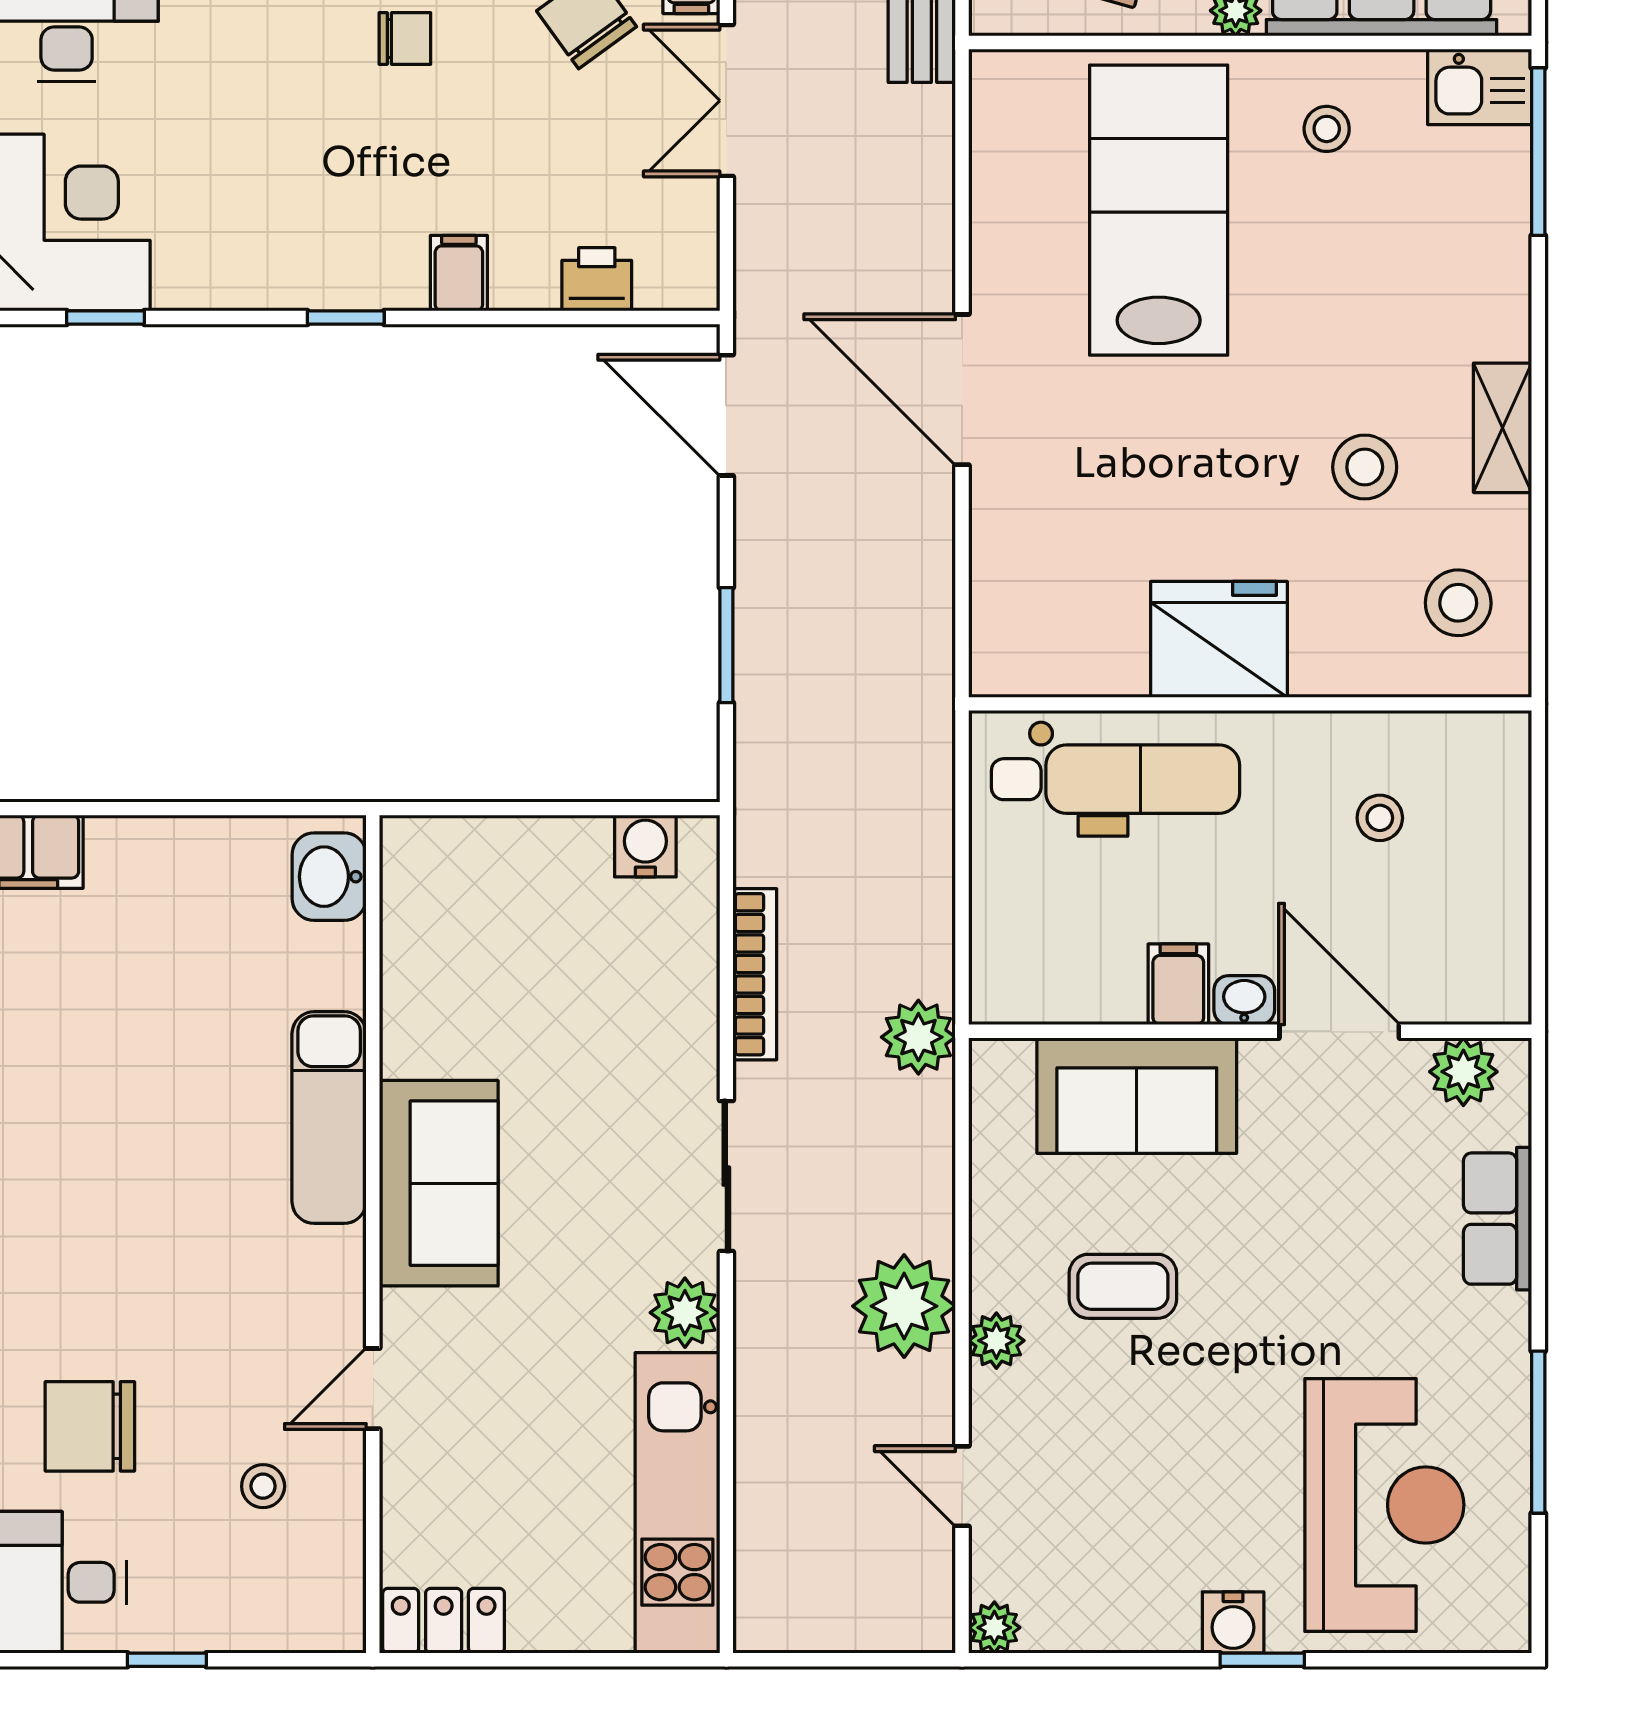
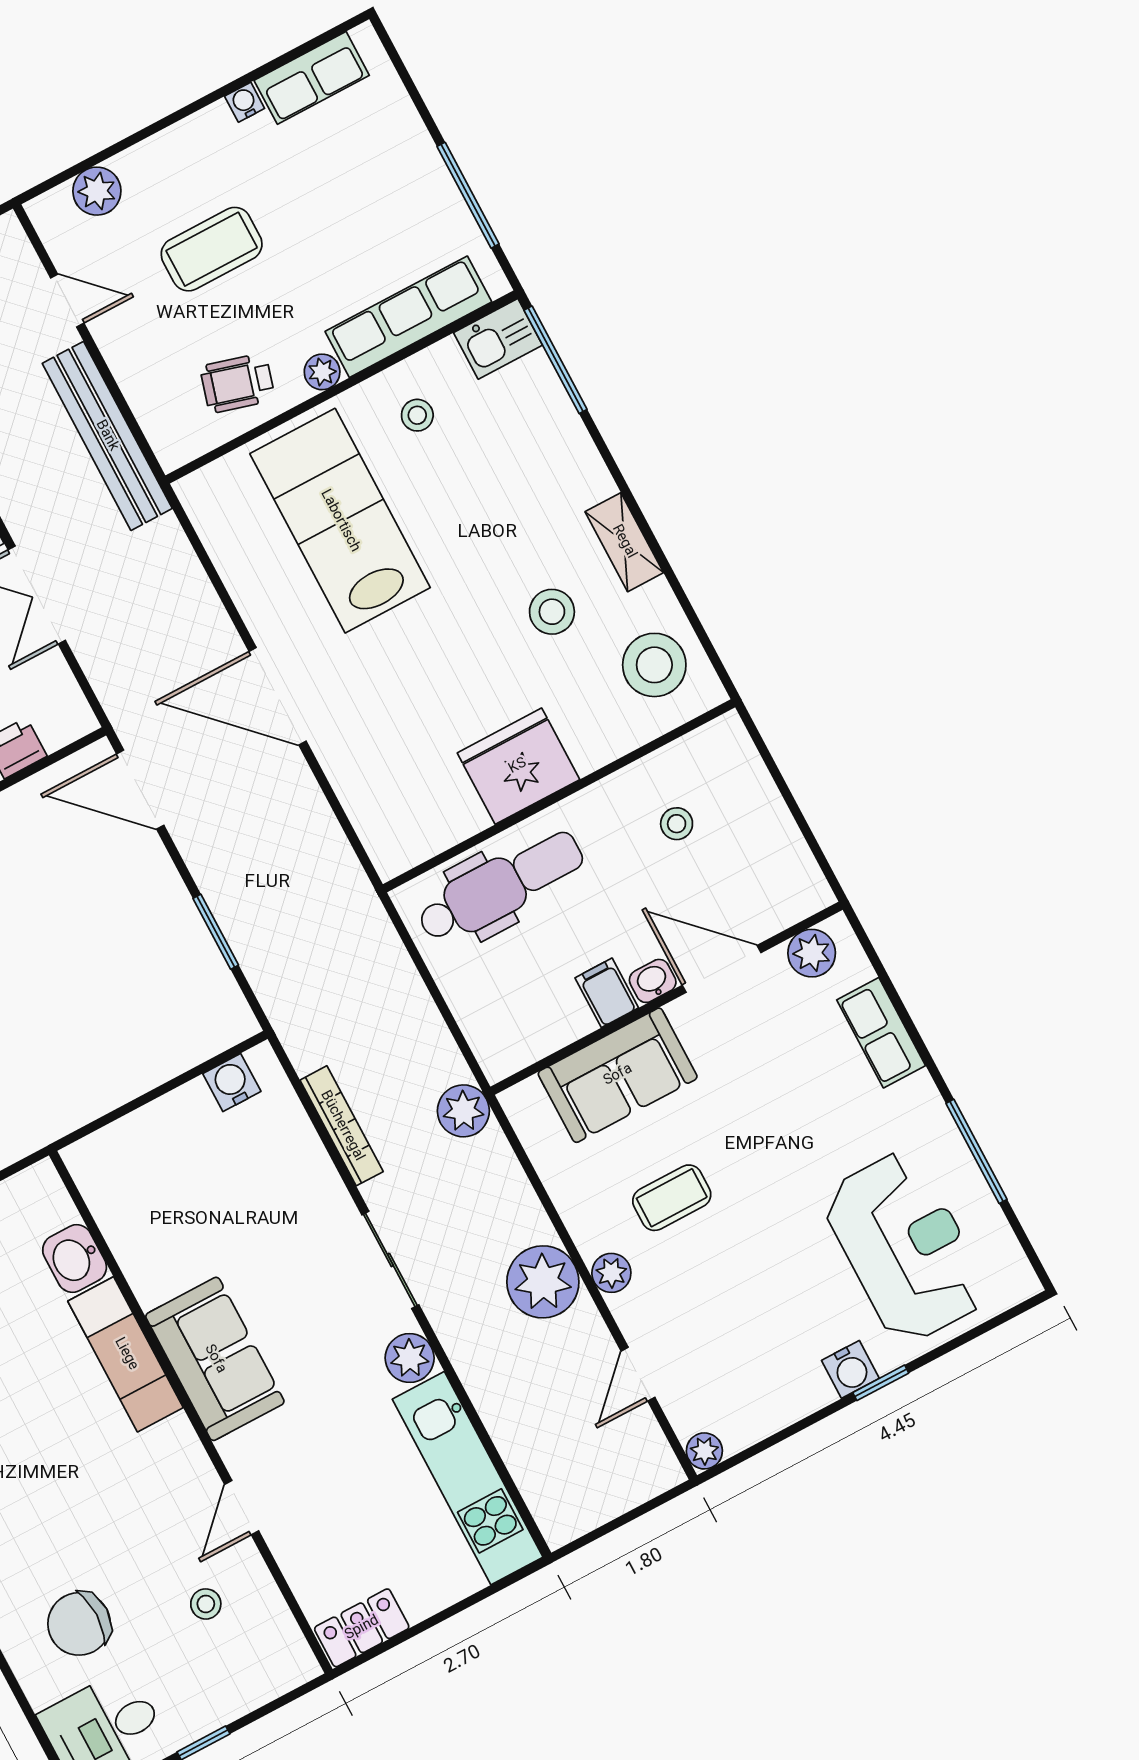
stool: (1458, 603) -> (654, 665), width x1.38, depth x1.38
washbasin: (329, 877) -> (75, 1259), moved
door: (962, 1486) -> (638, 1374), hinge flipped

